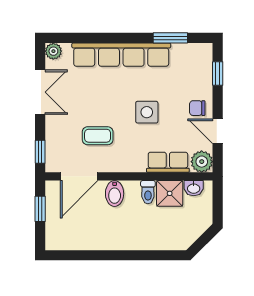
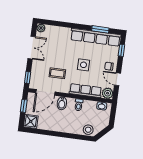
row of seats: (121, 55) -> (96, 37), moved
row of seats: (168, 162) -> (86, 91), width x1.48
shower: (170, 193) -> (31, 121), moved
stool: (173, 239) -> (88, 130), added

